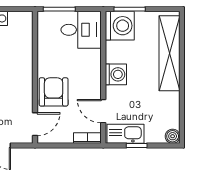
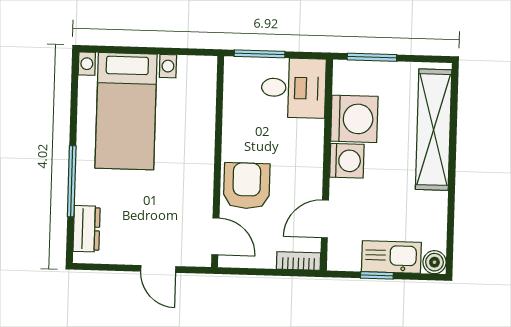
washing machine: (120, 26) -> (354, 119), moved
door: (103, 111) -> (325, 219), hinge flipped
door: (35, 124) -> (215, 236), hinge flipped
kitchen sink: (126, 134) -> (391, 257), moved

